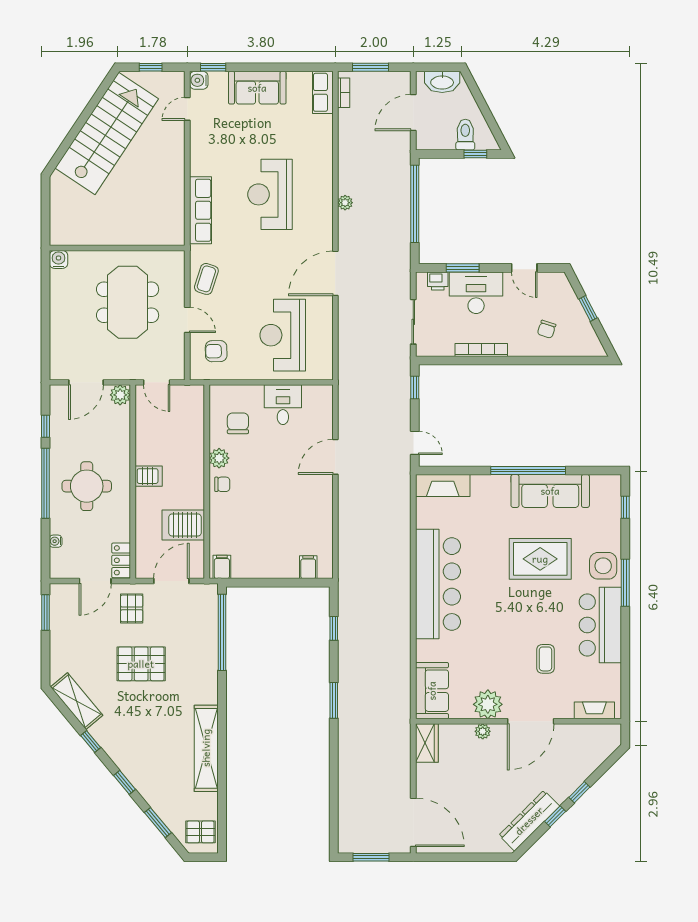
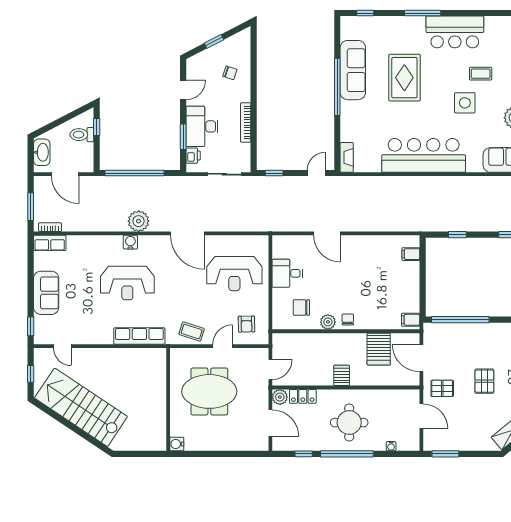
water cooler: (199, 80) -> (130, 242), moved, turned 180
plant: (345, 203) -> (139, 221), width x1.88, depth x1.88
fireplace: (443, 485) -> (347, 157), width x0.73, depth x0.76
locker: (121, 560) -> (303, 396), moved
side table: (603, 566) -> (465, 103), moved
pallet: (141, 664) -> (484, 381), width x0.67, depth x0.71

